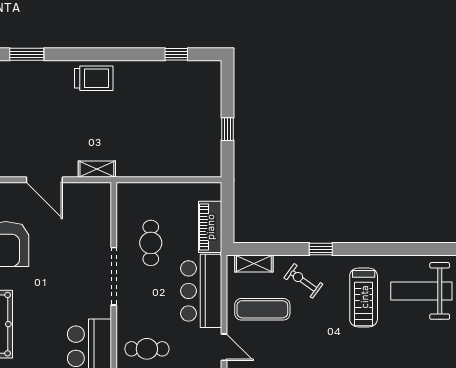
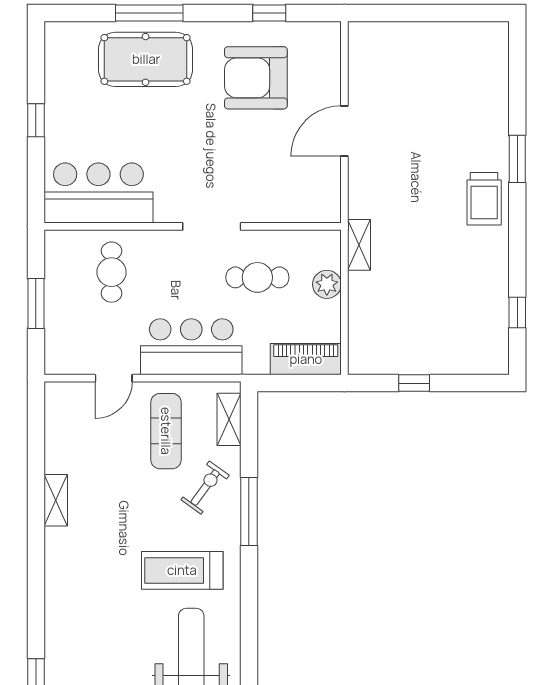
window: (27, 54) -> (517, 159), moved
shelving: (97, 169) -> (359, 245), moved
plant: (156, 192) -> (327, 284), added
piano: (210, 227) -> (306, 359), moved
window: (321, 249) -> (249, 512), width x2.17
doorway: (114, 276) -> (212, 226), width x0.73

